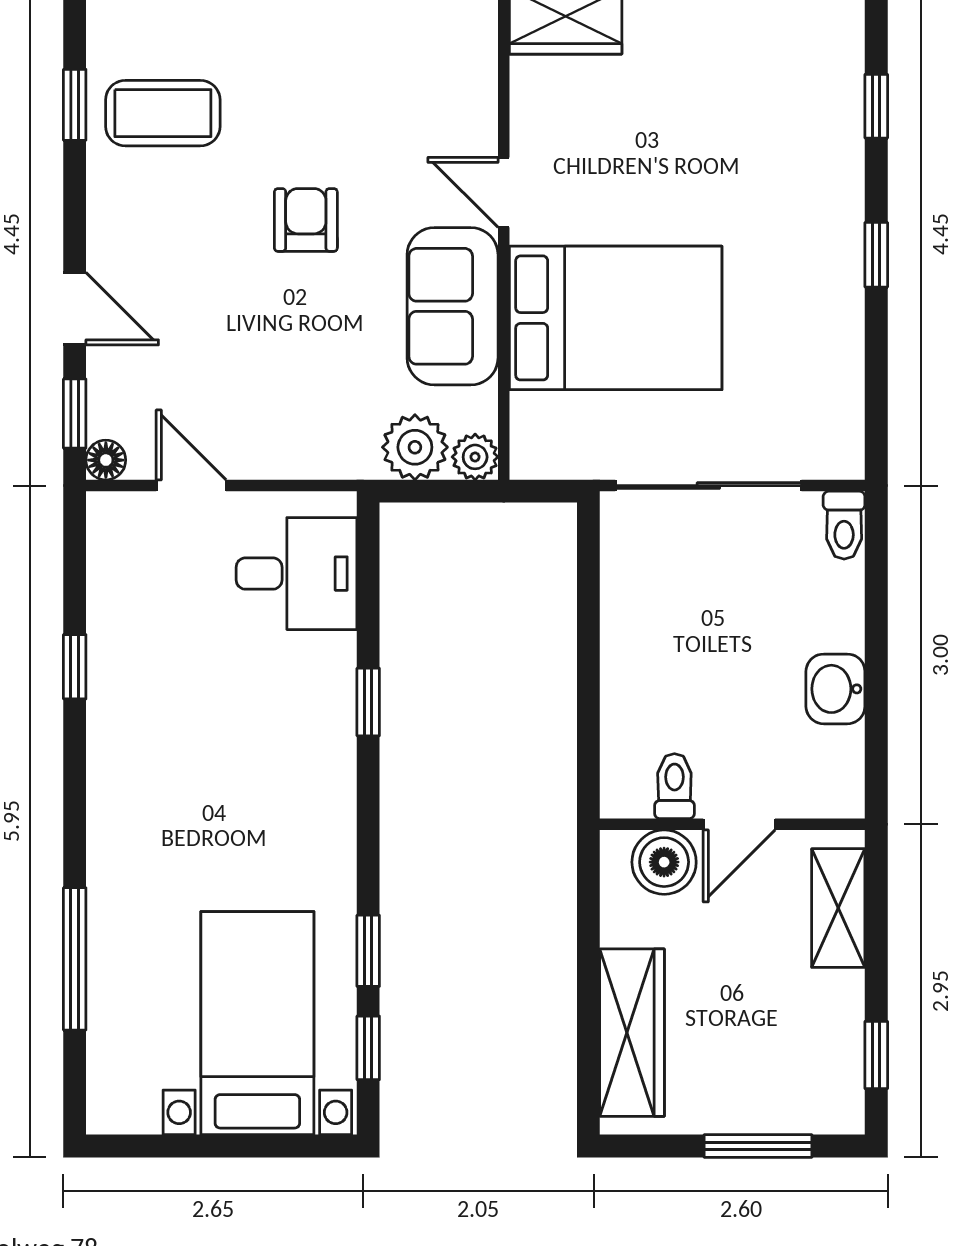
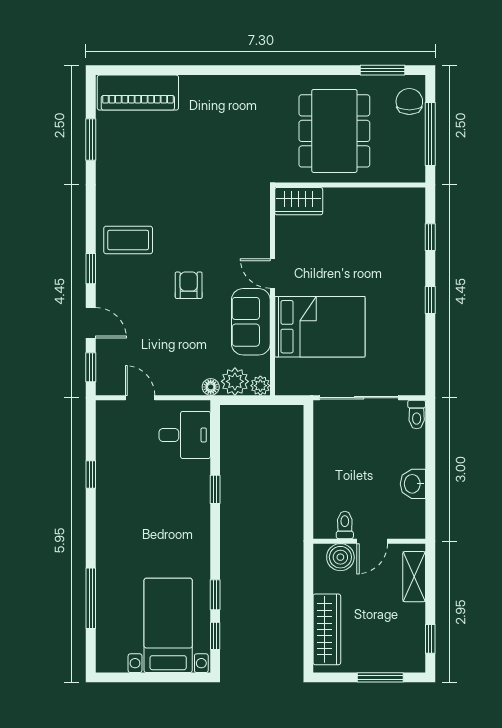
window: (75, 105) -> (91, 269), moved
floor lamp: (106, 460) -> (211, 387), moved

